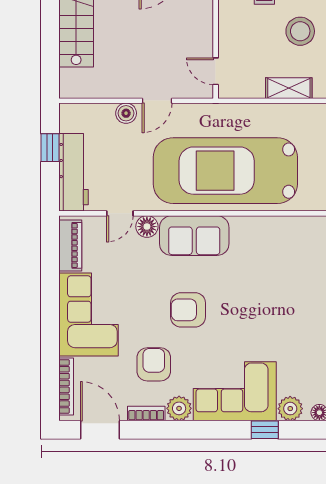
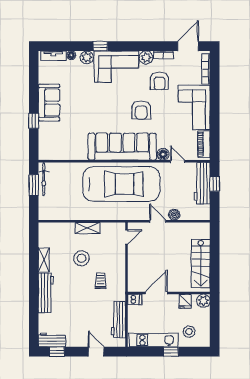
door: (216, 71) -> (127, 237), hinge flipped
door: (157, 101) -> (158, 221), hinge flipped
window: (50, 148) -> (215, 184), moved
door: (120, 213) -> (178, 161), hinge flipped
sofa: (194, 236) -> (122, 147), width x1.85, depth x1.27
armchair: (188, 310) -> (141, 110), turned 90
door: (100, 430) -> (188, 46), swing flipped

